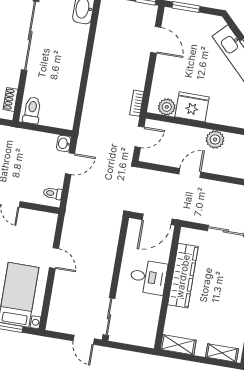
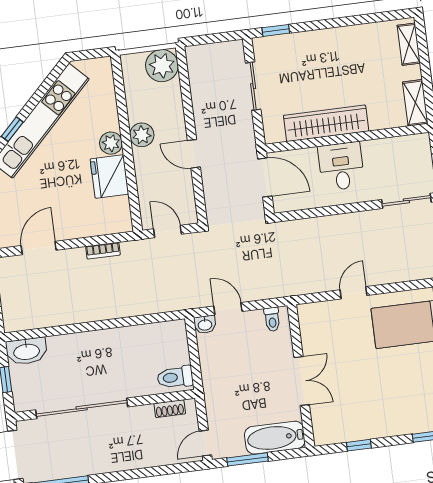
bookcase: (137, 103) -> (103, 251), moved
plant: (167, 107) -> (111, 143), moved

